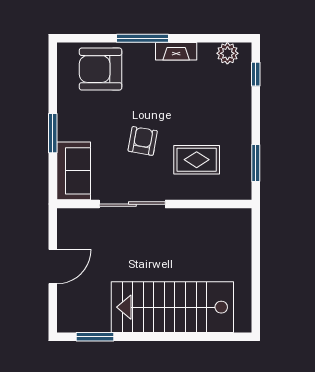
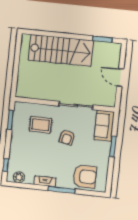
door: (53, 267) -> (120, 78), hinge flipped

